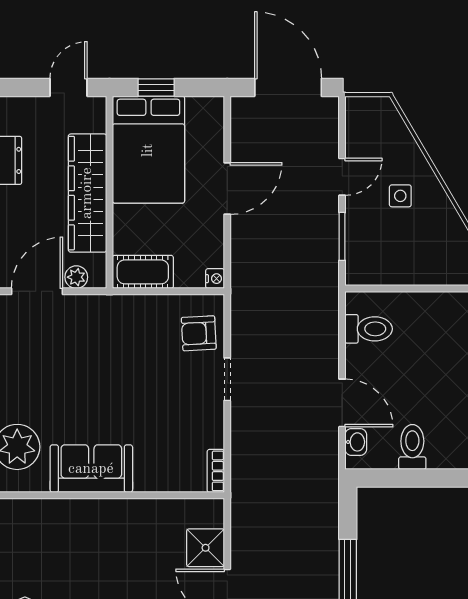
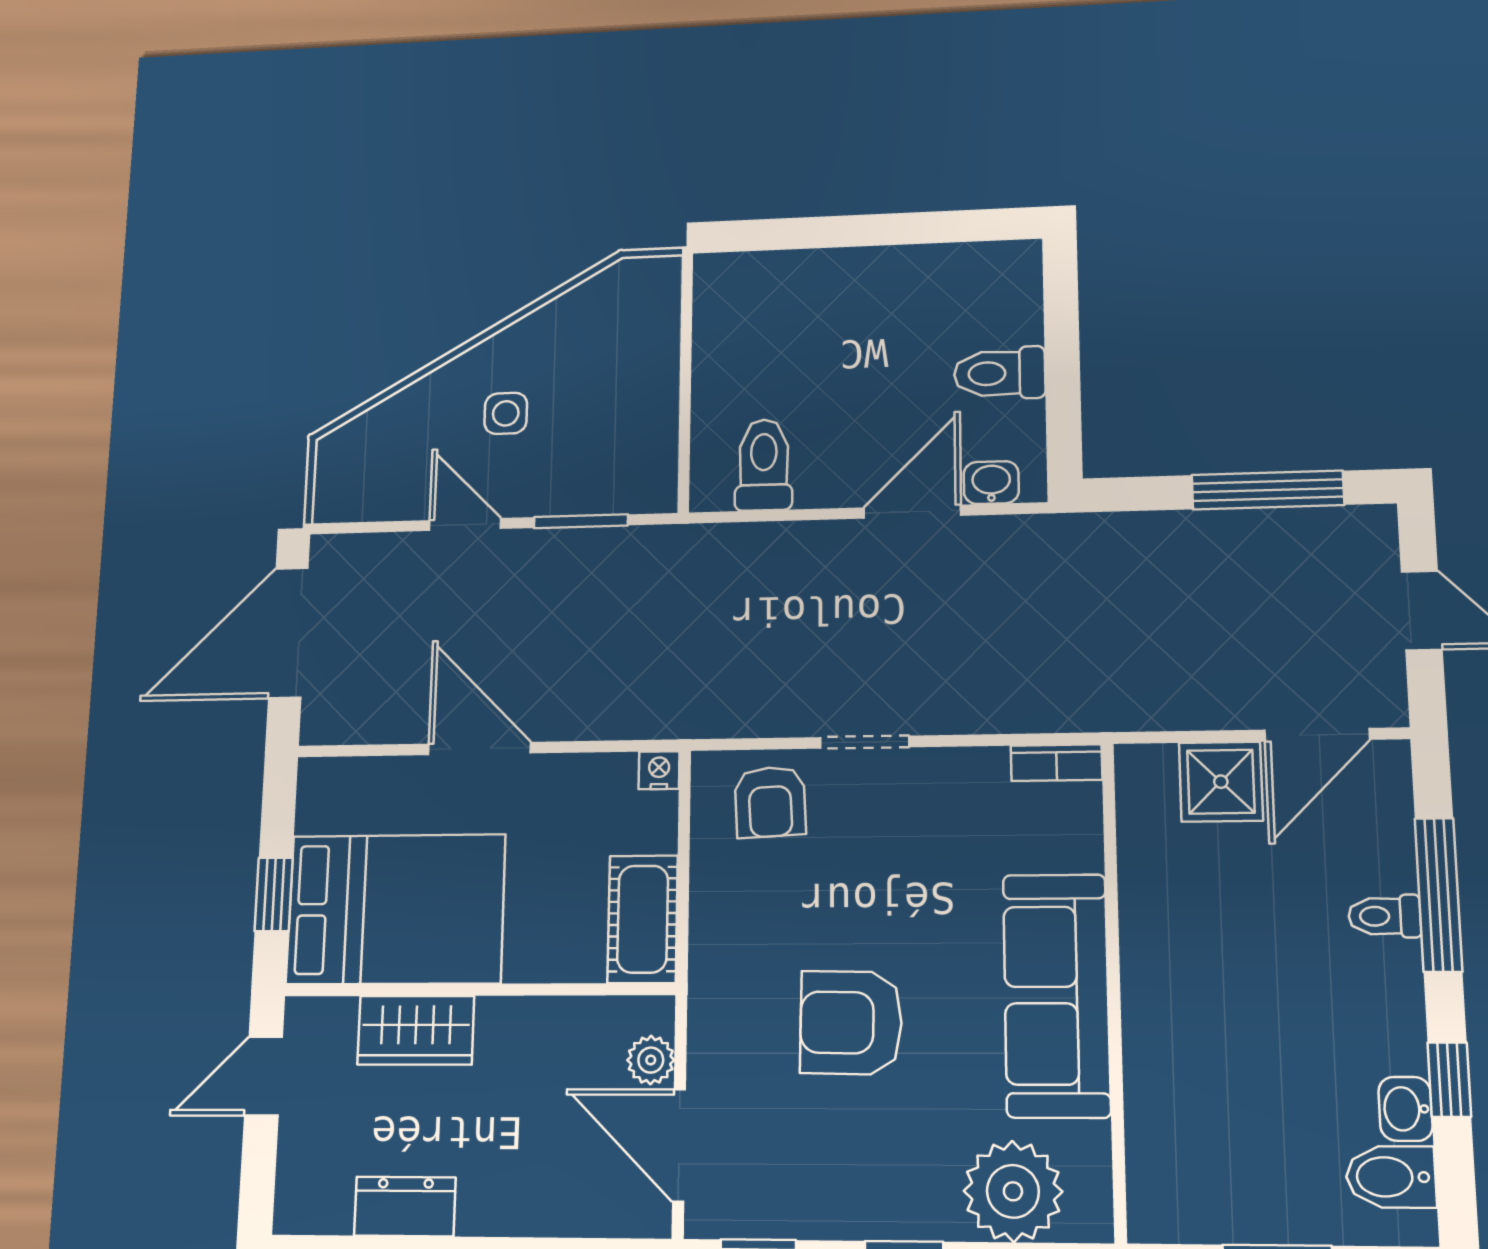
door: (68, 87) -> (263, 1076), hinge flipped
wardrobe: (87, 193) -> (416, 1030), width x0.48, depth x0.85
armchair: (94, 372) -> (851, 1023), added
sofa: (91, 469) -> (1056, 995), width x1.36

